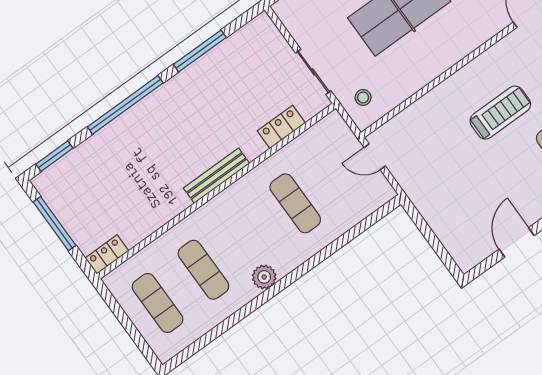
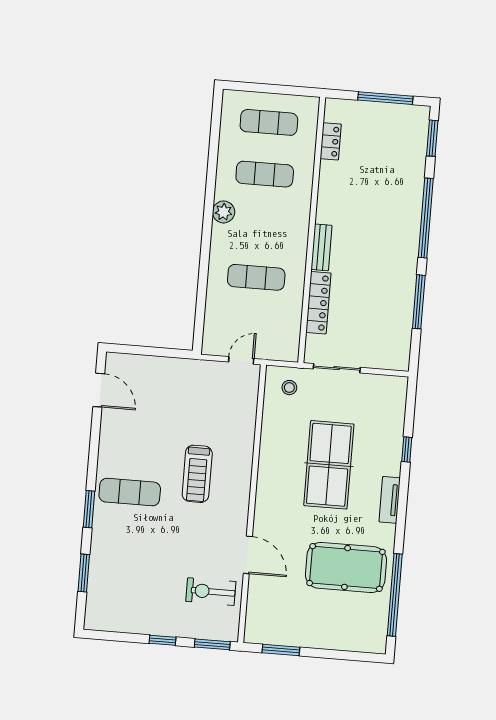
locker: (281, 127) -> (318, 303), width x1.53
bench: (217, 176) -> (321, 247), width x0.73
door: (517, 242) -> (99, 390), moved
locker: (107, 254) -> (331, 141), moved

